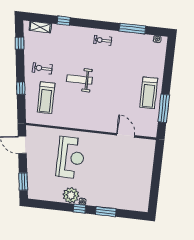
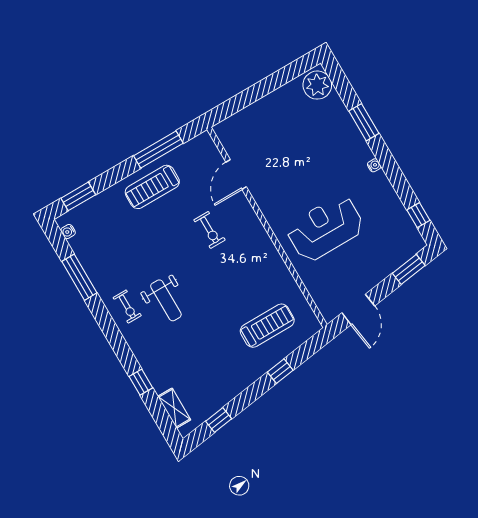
window: (170, 56) -> (78, 196), added
exercise bike: (42, 68) -> (209, 230), moved
weight bench: (79, 79) -> (166, 300), moved
treadmill: (149, 93) -> (152, 187), turned 180
plant: (71, 195) -> (317, 85), moved
window: (79, 209) -> (418, 215), moved

